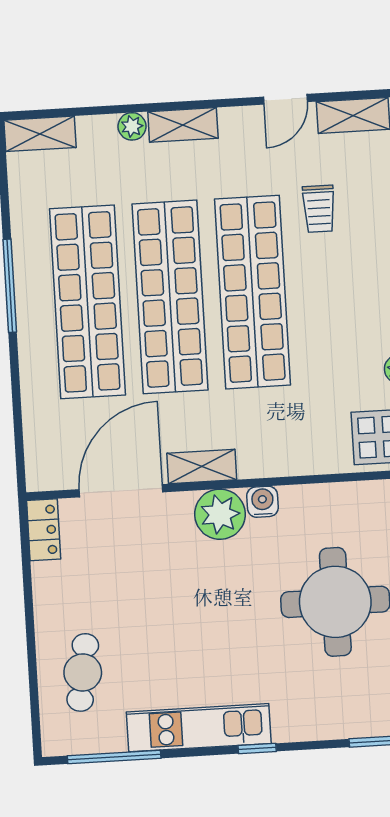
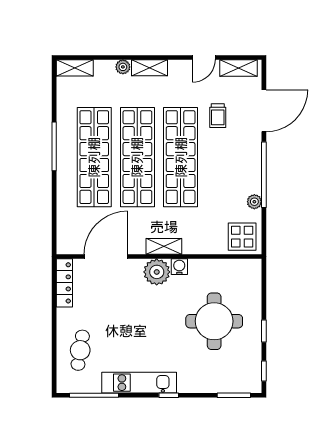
shelving: (202, 466) -> (164, 246), moved
locker: (44, 530) -> (64, 283), width x1.53

